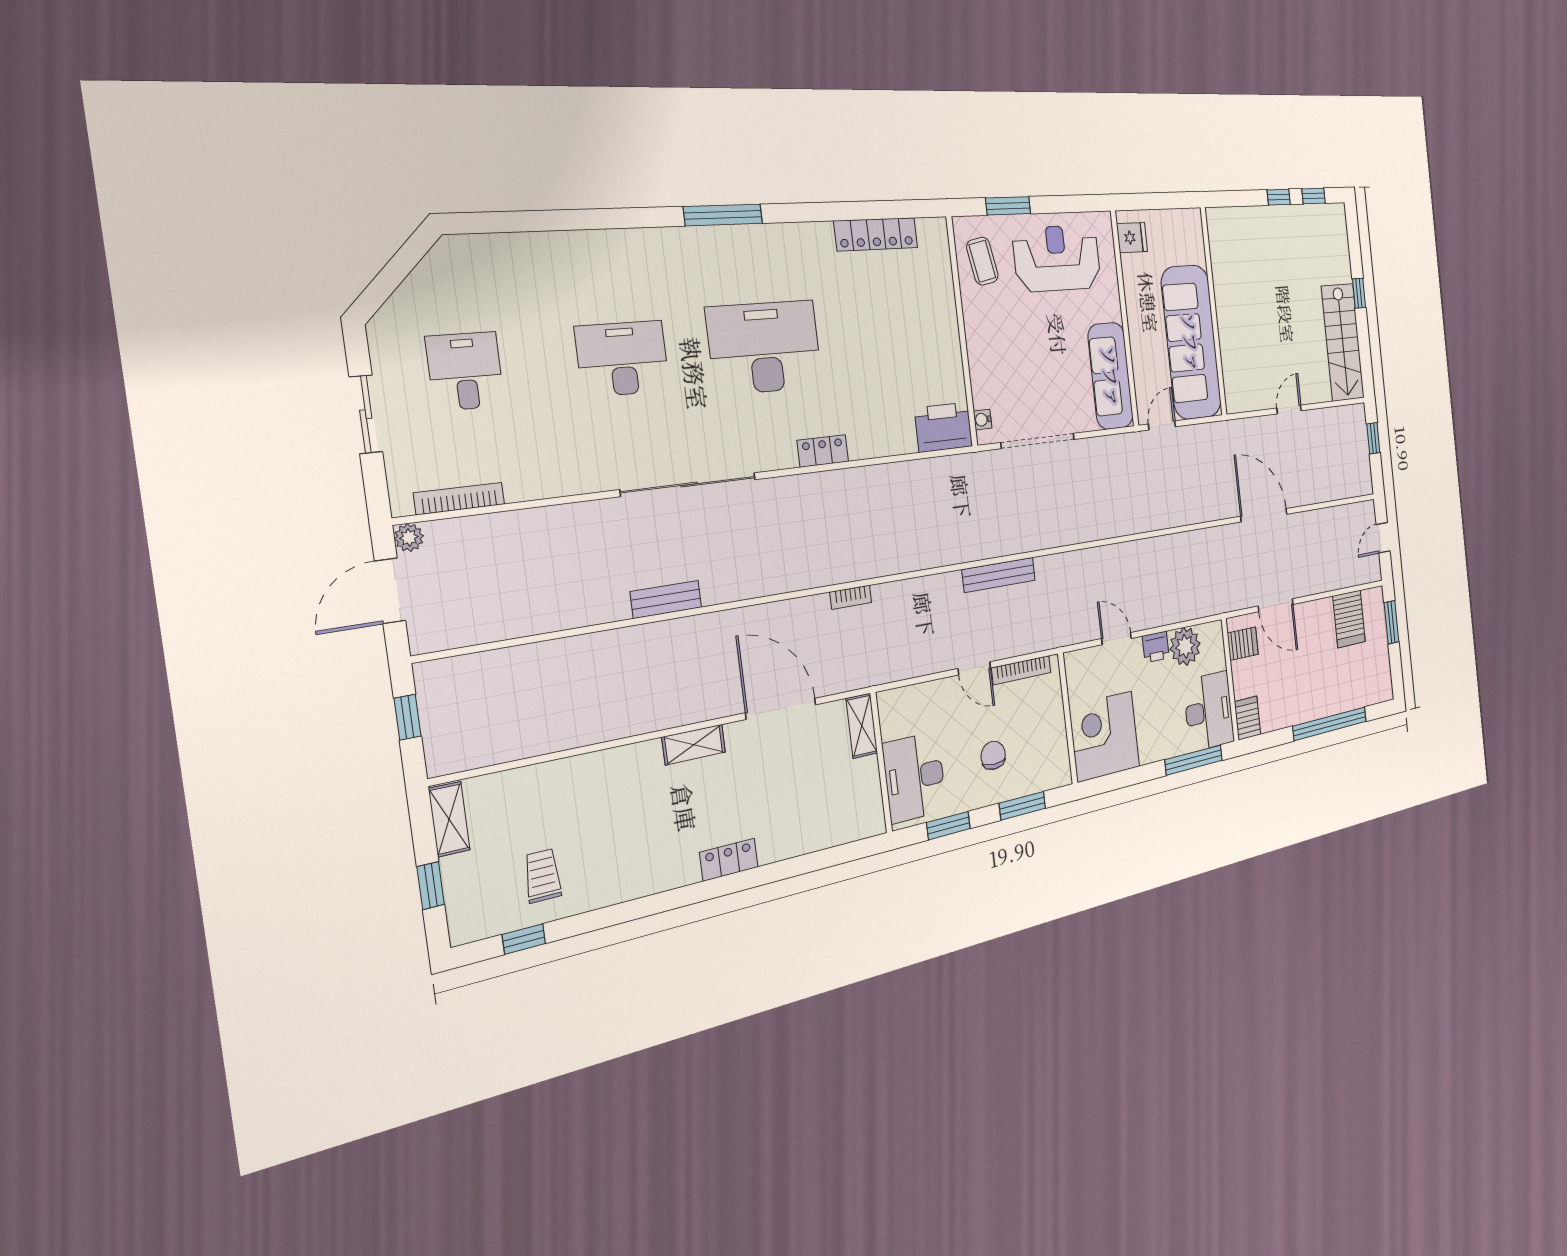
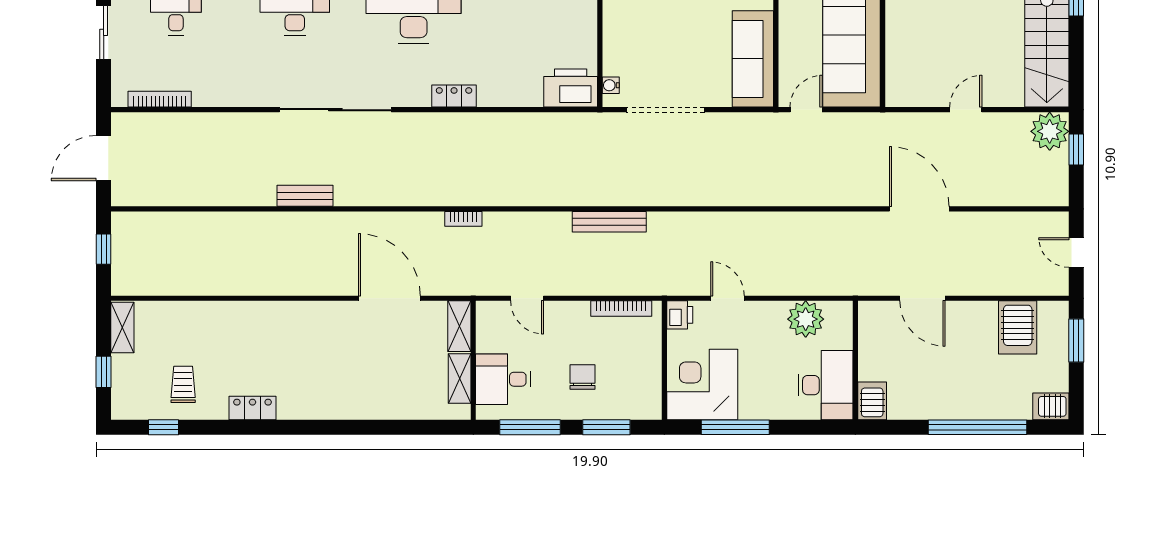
plant: (409, 538) -> (1050, 131), moved, width x1.87, depth x1.87
door: (1383, 538) -> (1076, 252), hinge flipped
server rack: (1243, 644) -> (1051, 406), moved, turned 180
printer: (1156, 647) -> (680, 315), moved, turned -90
door: (974, 668) -> (527, 298), moved
shelving: (694, 745) -> (460, 378), moved, turned 90
window: (1194, 760) -> (735, 427), moved
desk: (915, 777) -> (503, 379), width x0.73
window: (948, 826) -> (530, 427), width x1.44
locker: (729, 860) -> (253, 408), moved

